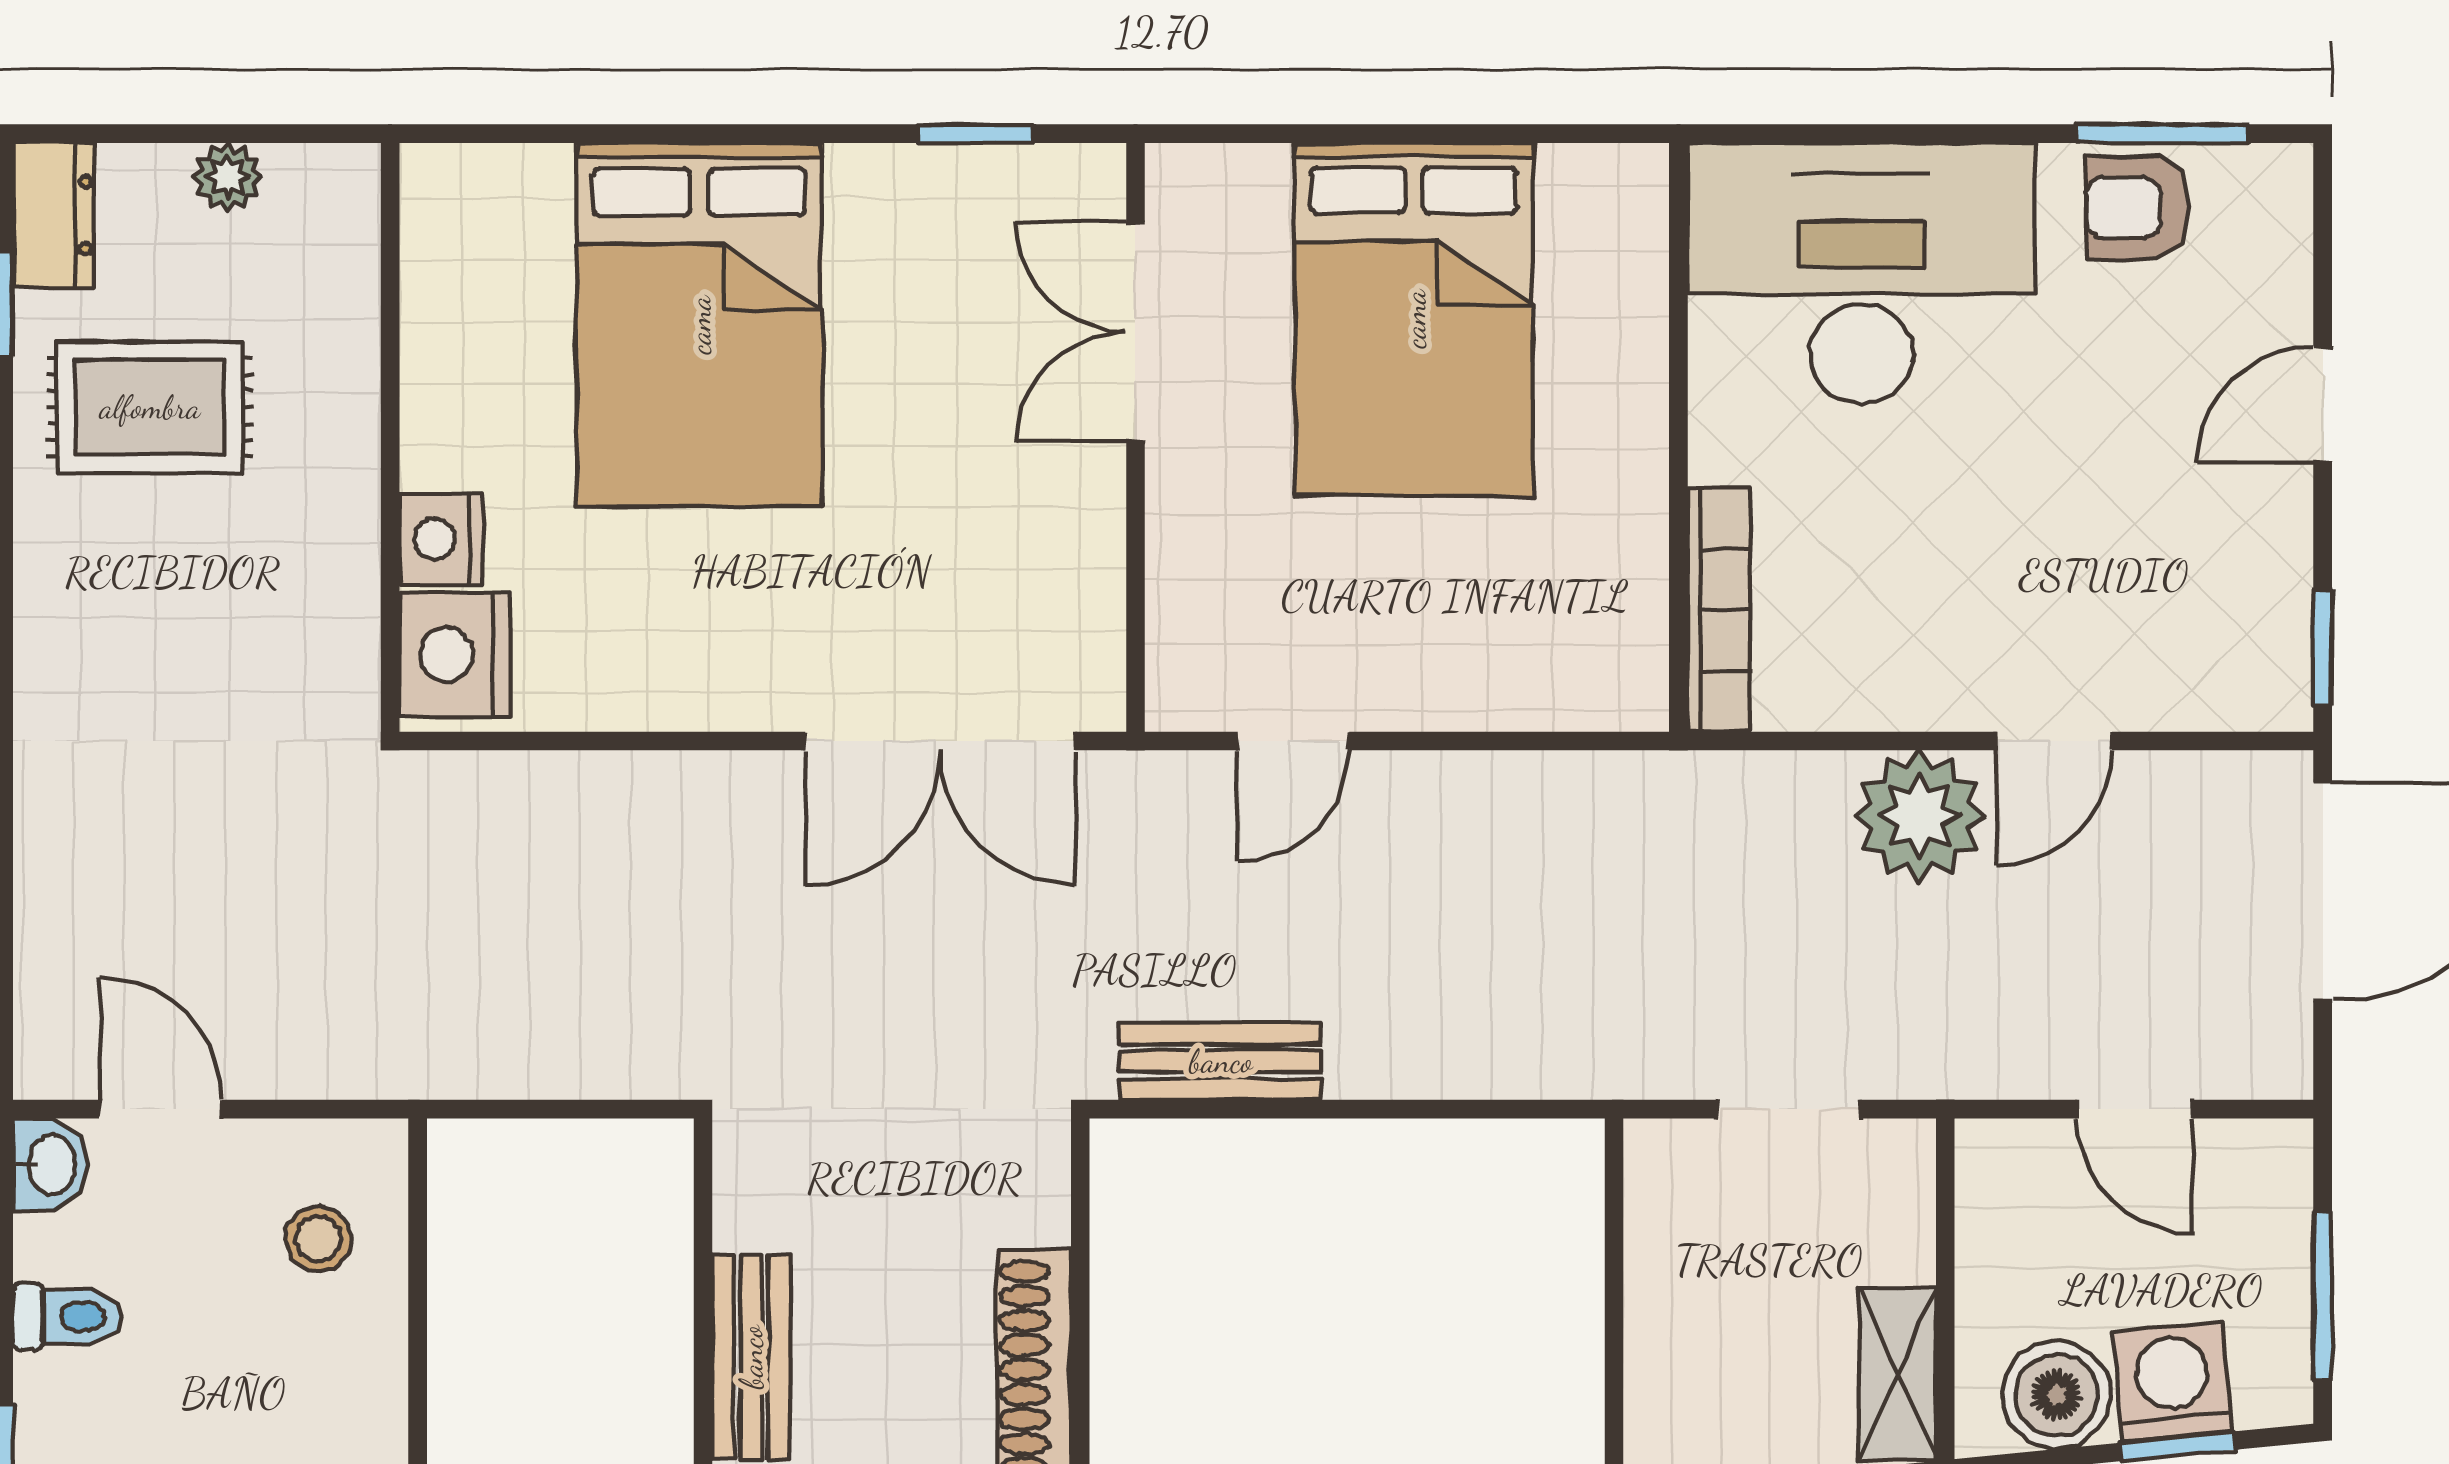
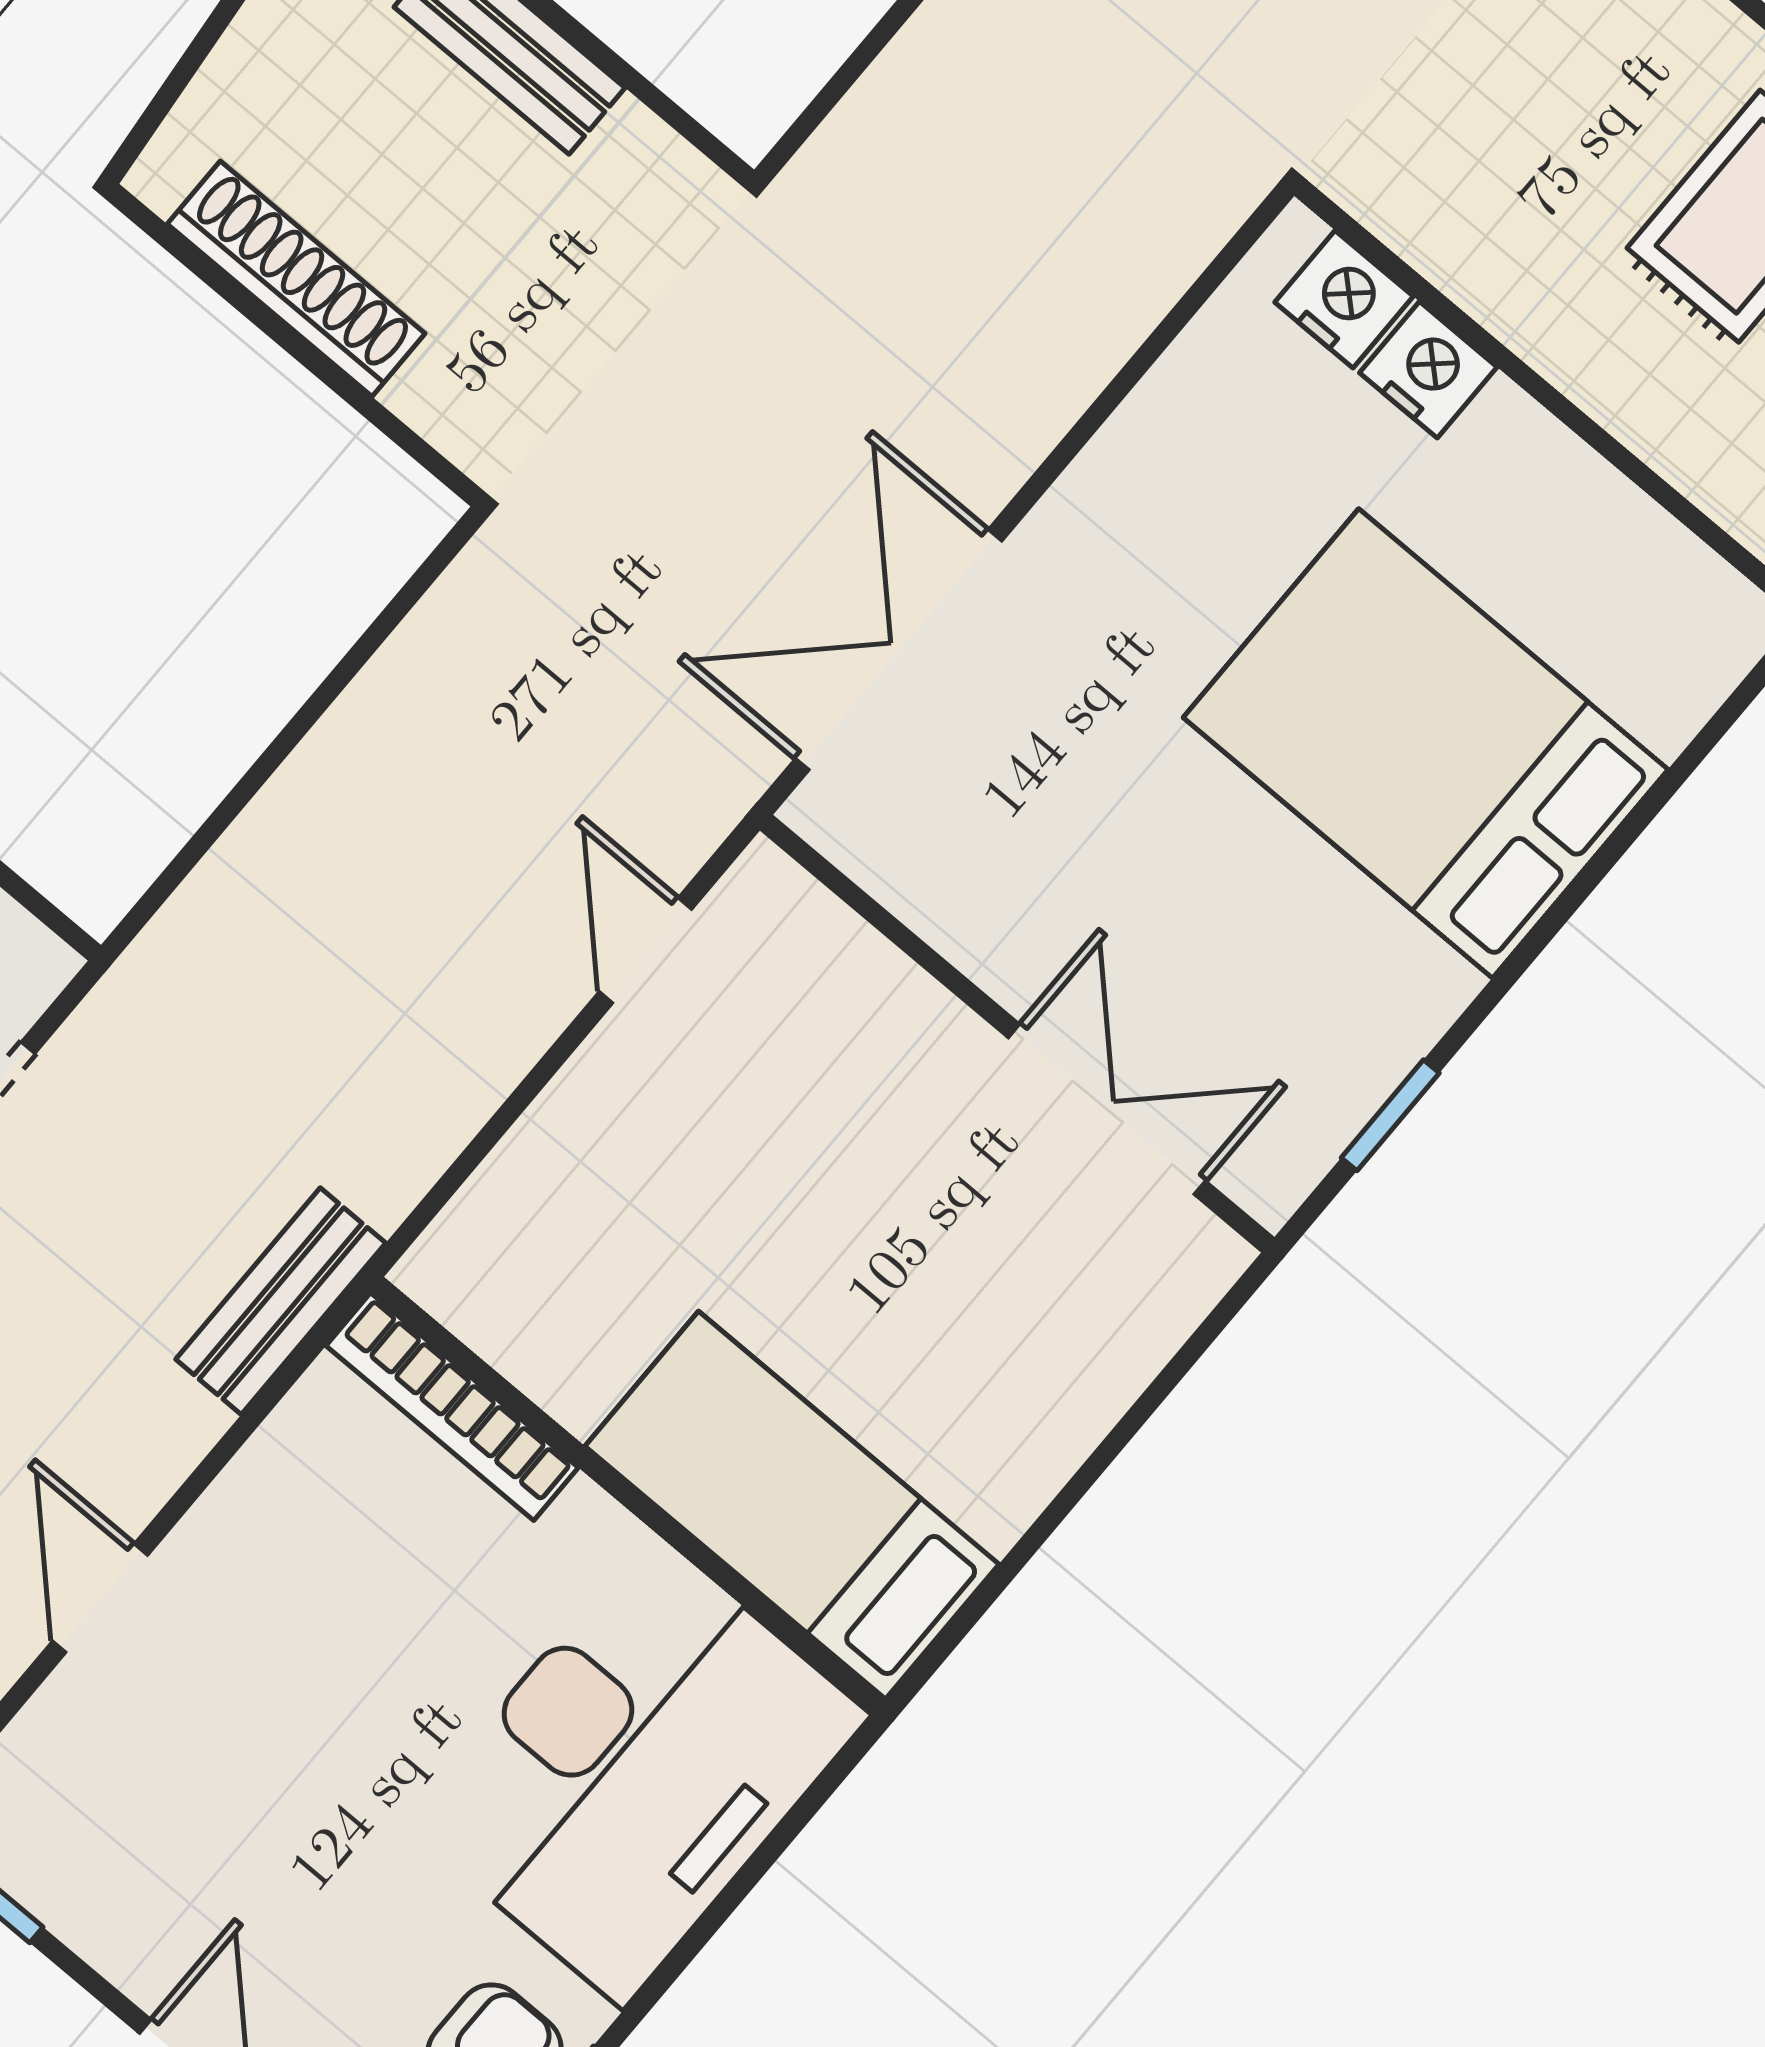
bed: (1414, 319) -> (792, 1505), moved, width x0.67
nightstand: (455, 654) -> (1344, 299), width x0.74, depth x0.75
plant: (1919, 816) -> (133, 1430), removed
bench: (1221, 1061) -> (281, 1301), moved

